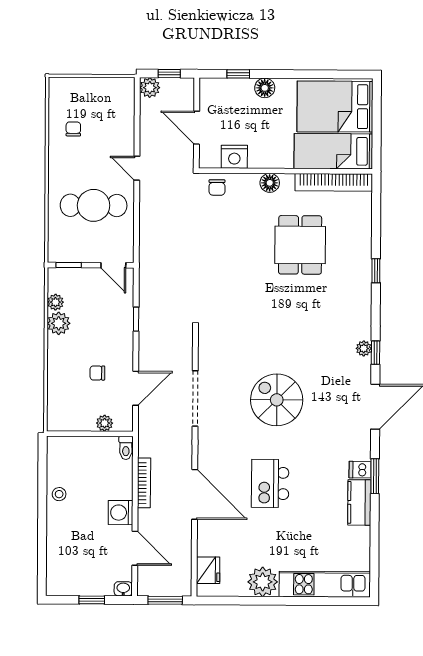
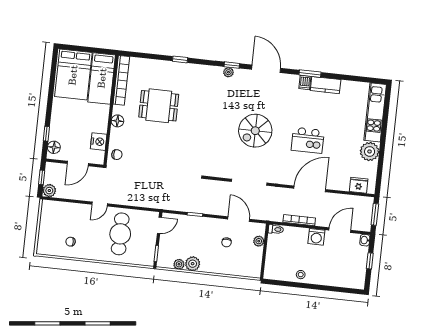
floor lamp: (265, 88) -> (54, 147), moved

